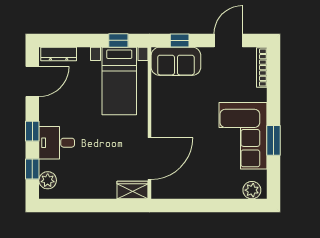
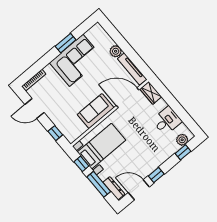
window: (78, 40) -> (99, 184), added
sofa: (176, 61) -> (96, 111), moved, turned -90
window: (32, 131) -> (156, 175), moved
desk: (57, 143) -> (167, 121), moved, turned -90
plant: (252, 190) -> (116, 51), moved
tv unit: (178, 192) -> (132, 69), added

